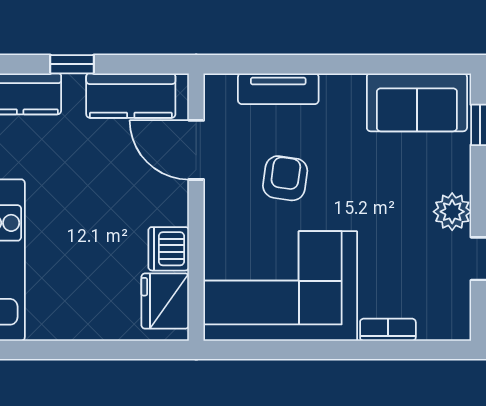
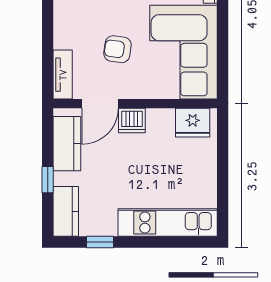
tv unit: (278, 89) -> (63, 75), moved
dishwasher: (169, 249) -> (132, 121), moved

